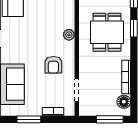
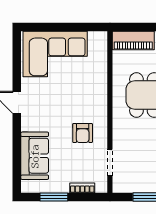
plant: (69, 35) -> (101, 98), removed

